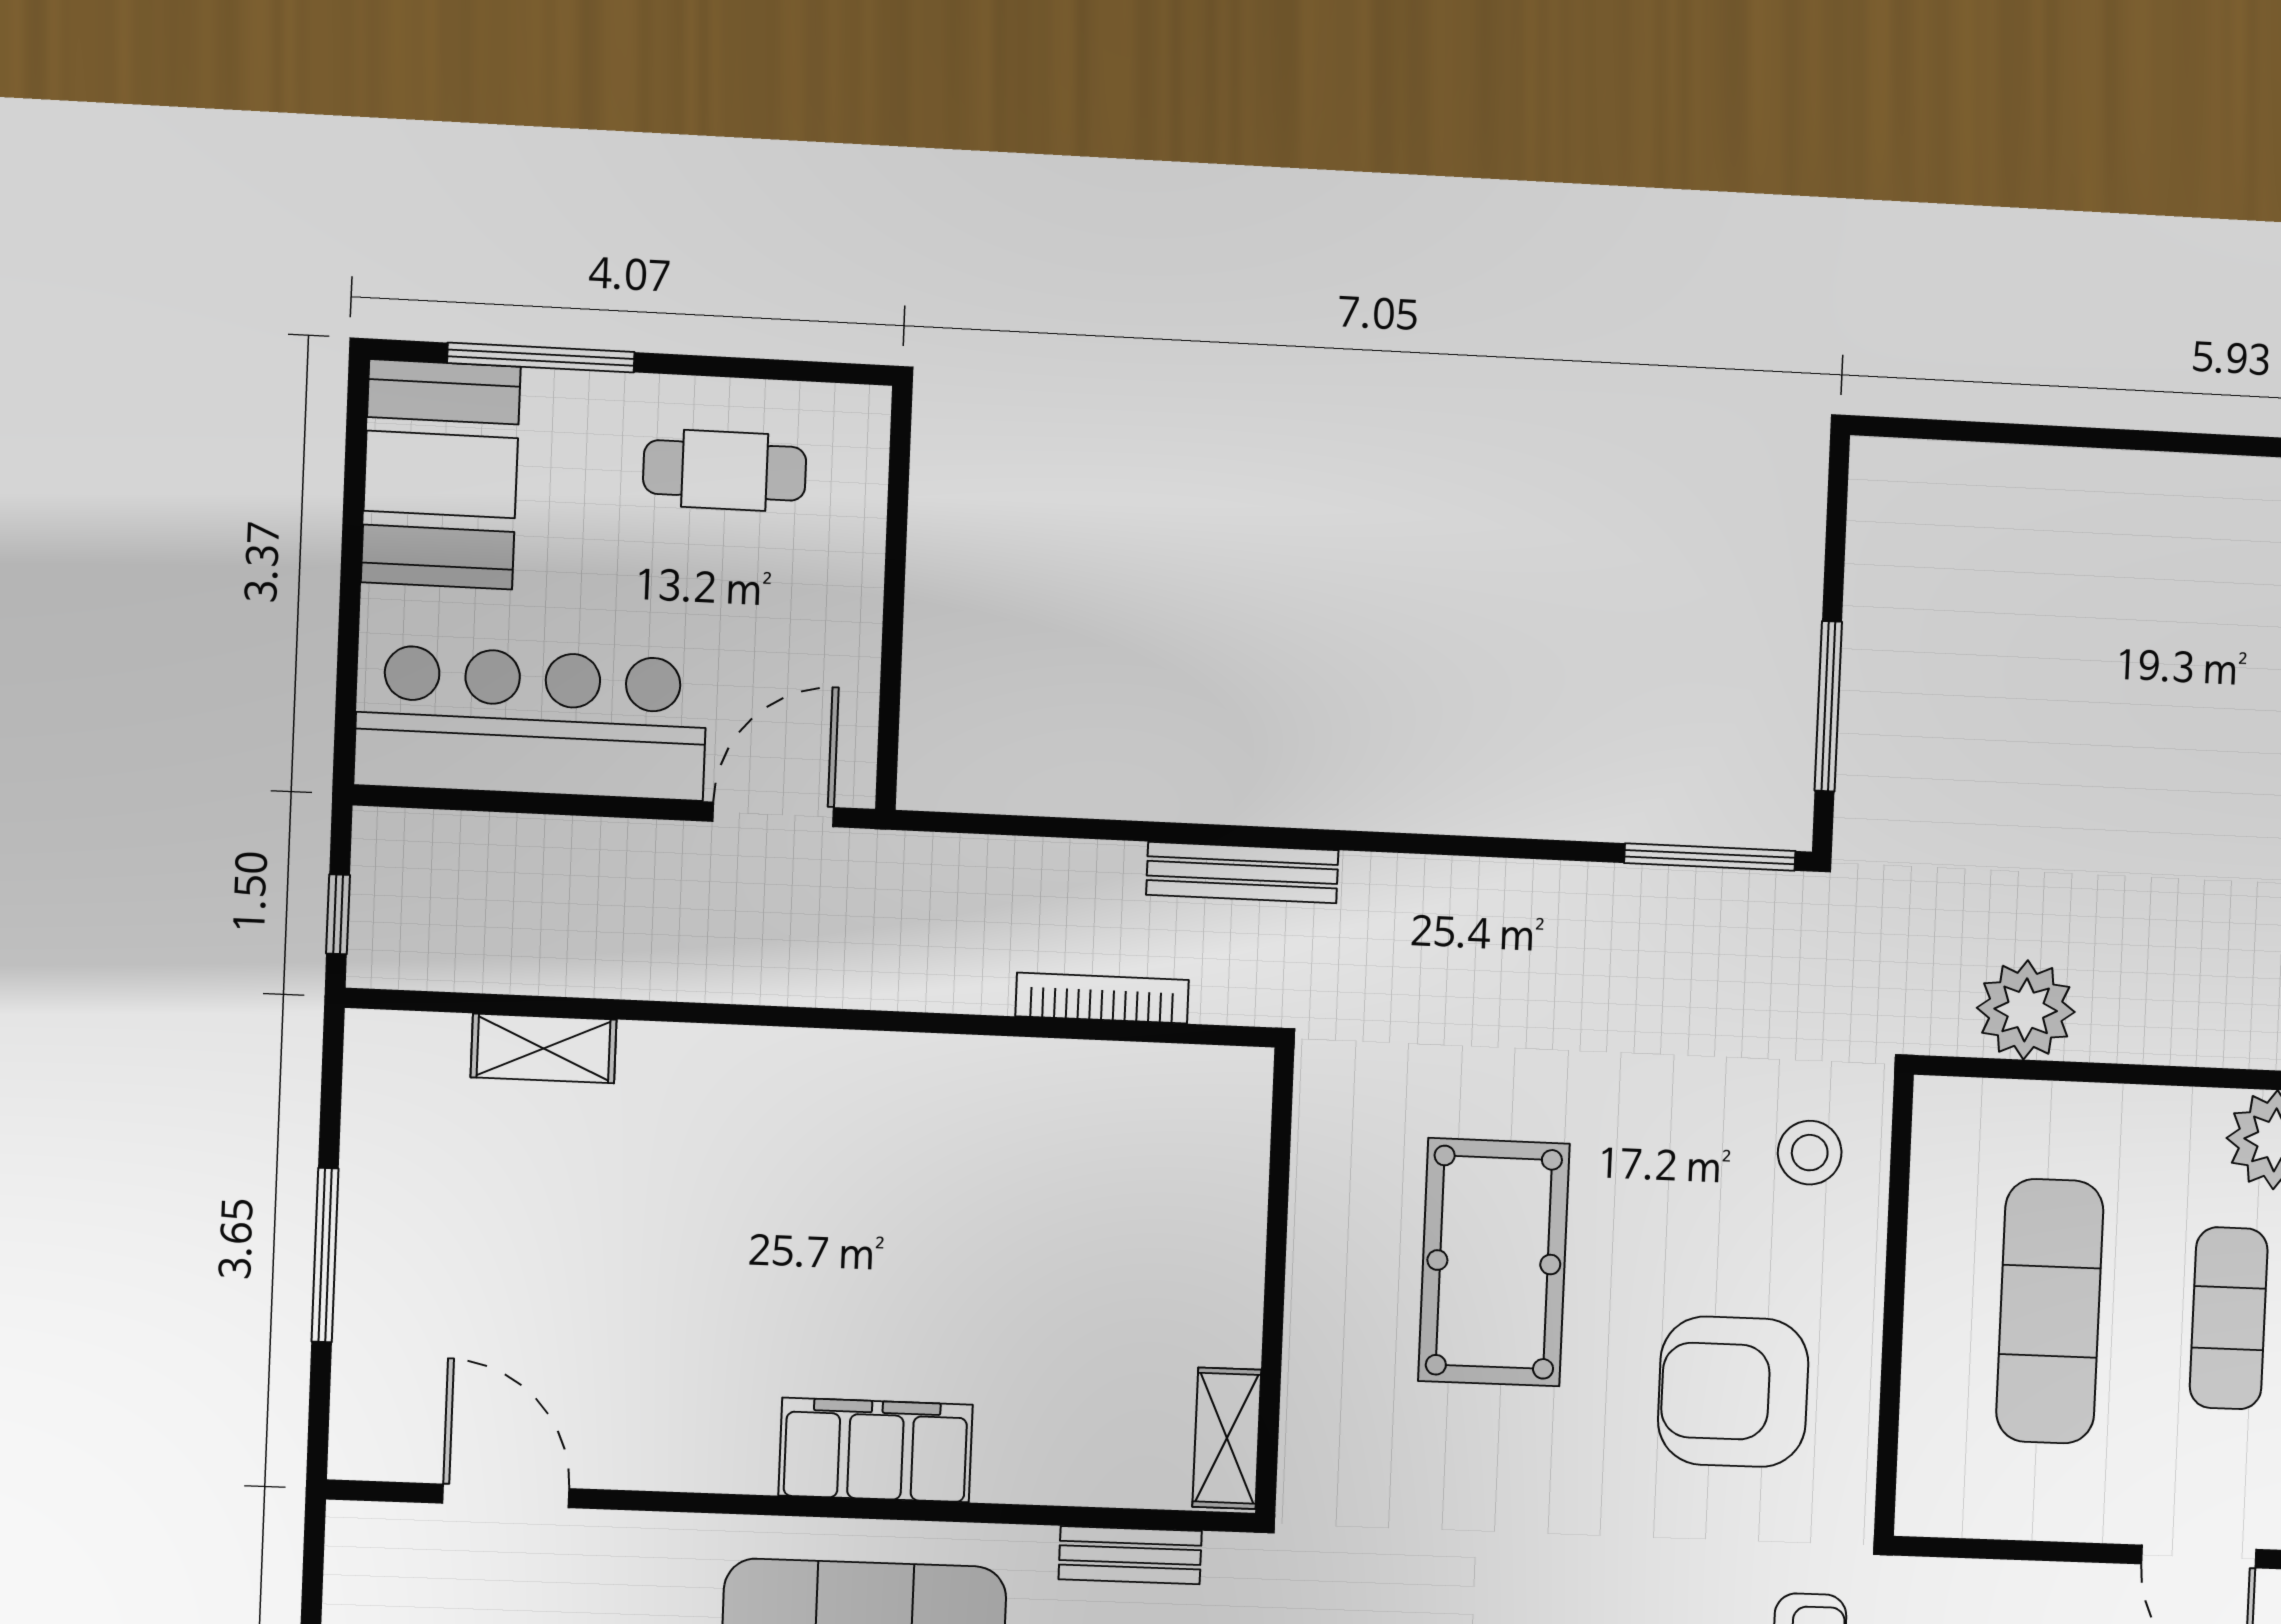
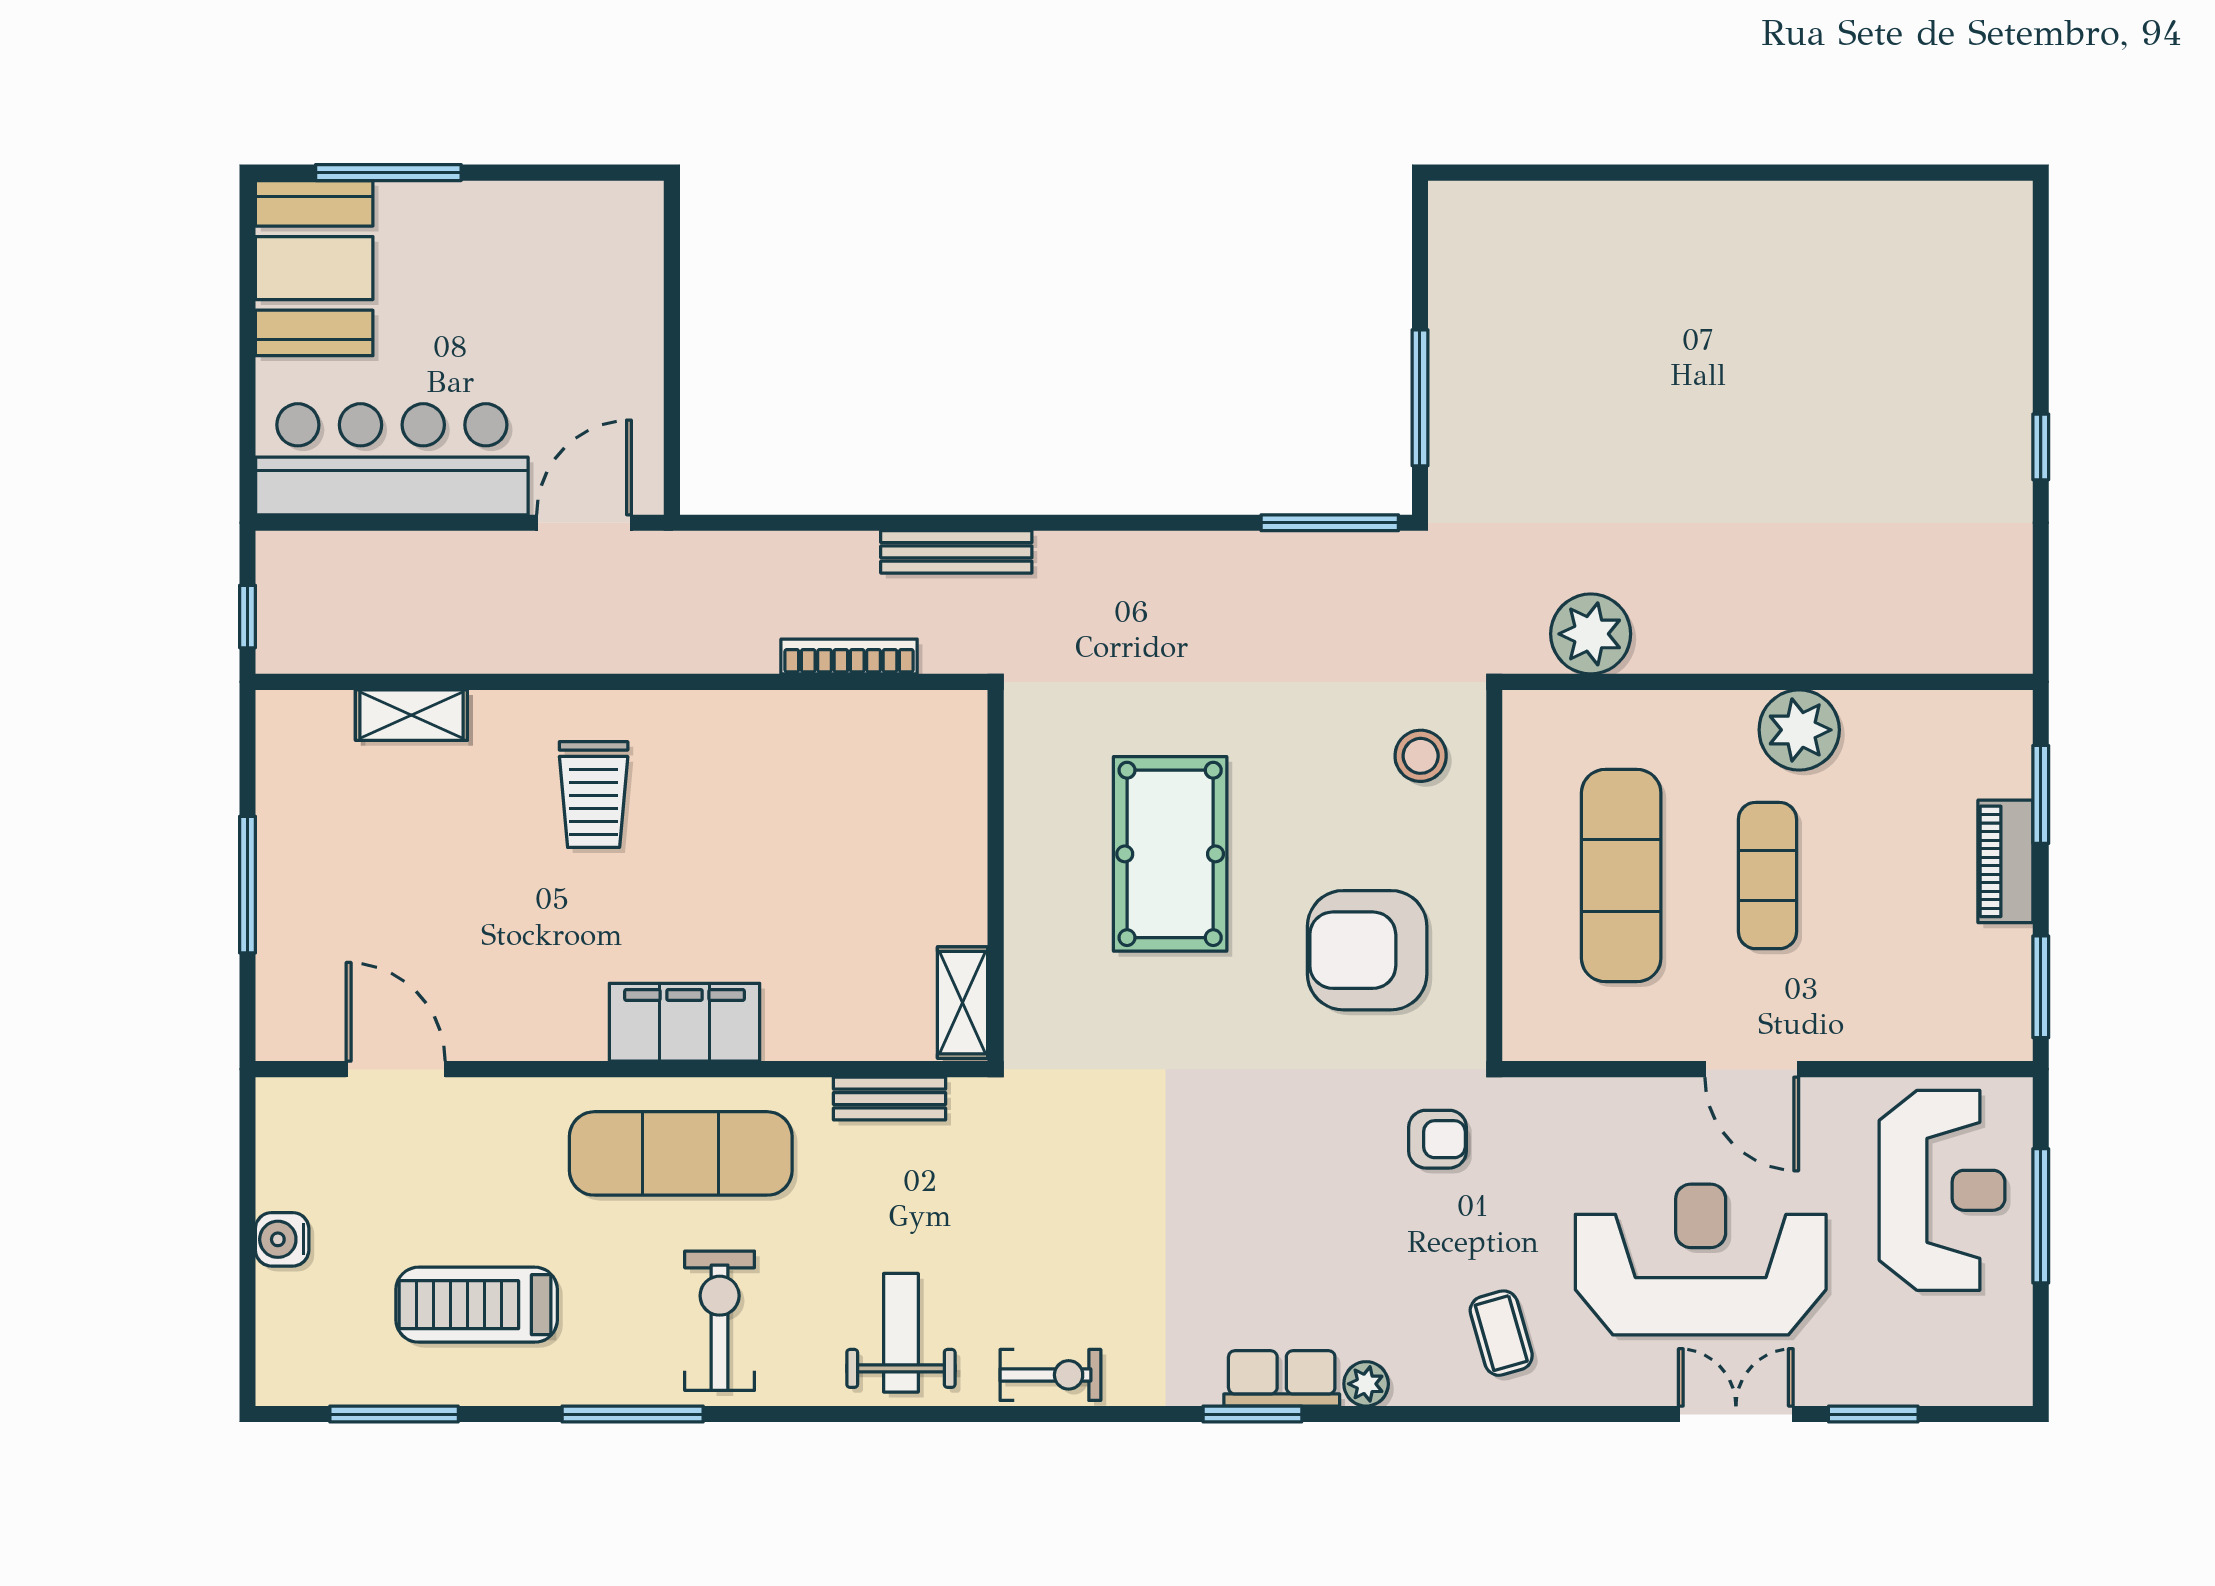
cafe table: (725, 470) -> (535, 254), removed
trolley: (772, 1159) -> (594, 795), added

